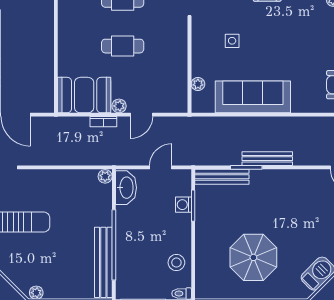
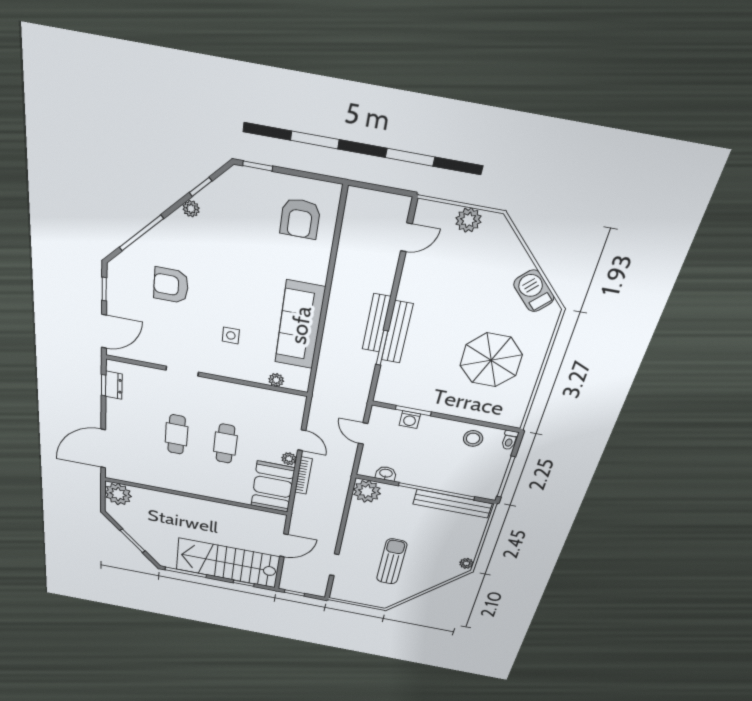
bookcase: (103, 122) -> (303, 476), width x1.56
plant: (105, 176) -> (367, 491), width x1.88, depth x1.88
bench: (222, 177) -> (397, 332), moved
washbasin: (126, 188) -> (386, 474), width x0.52, depth x0.69

